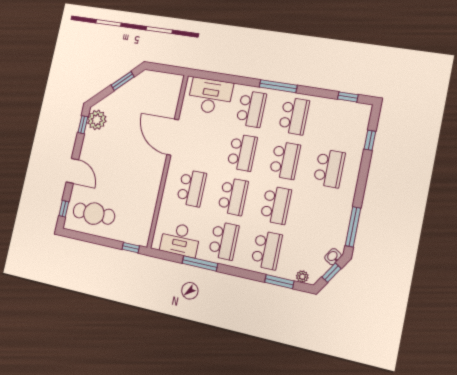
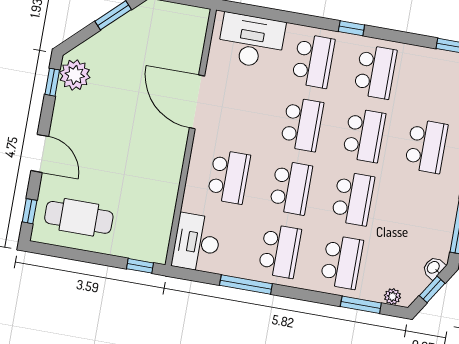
window: (278, 86) -> (351, 28), width x0.46
desk: (180, 240) -> (197, 243), moved, turned 90

